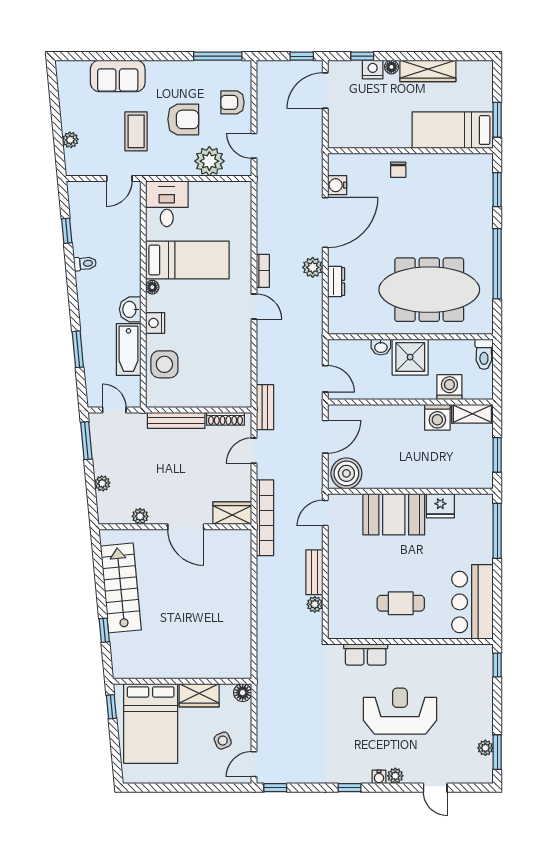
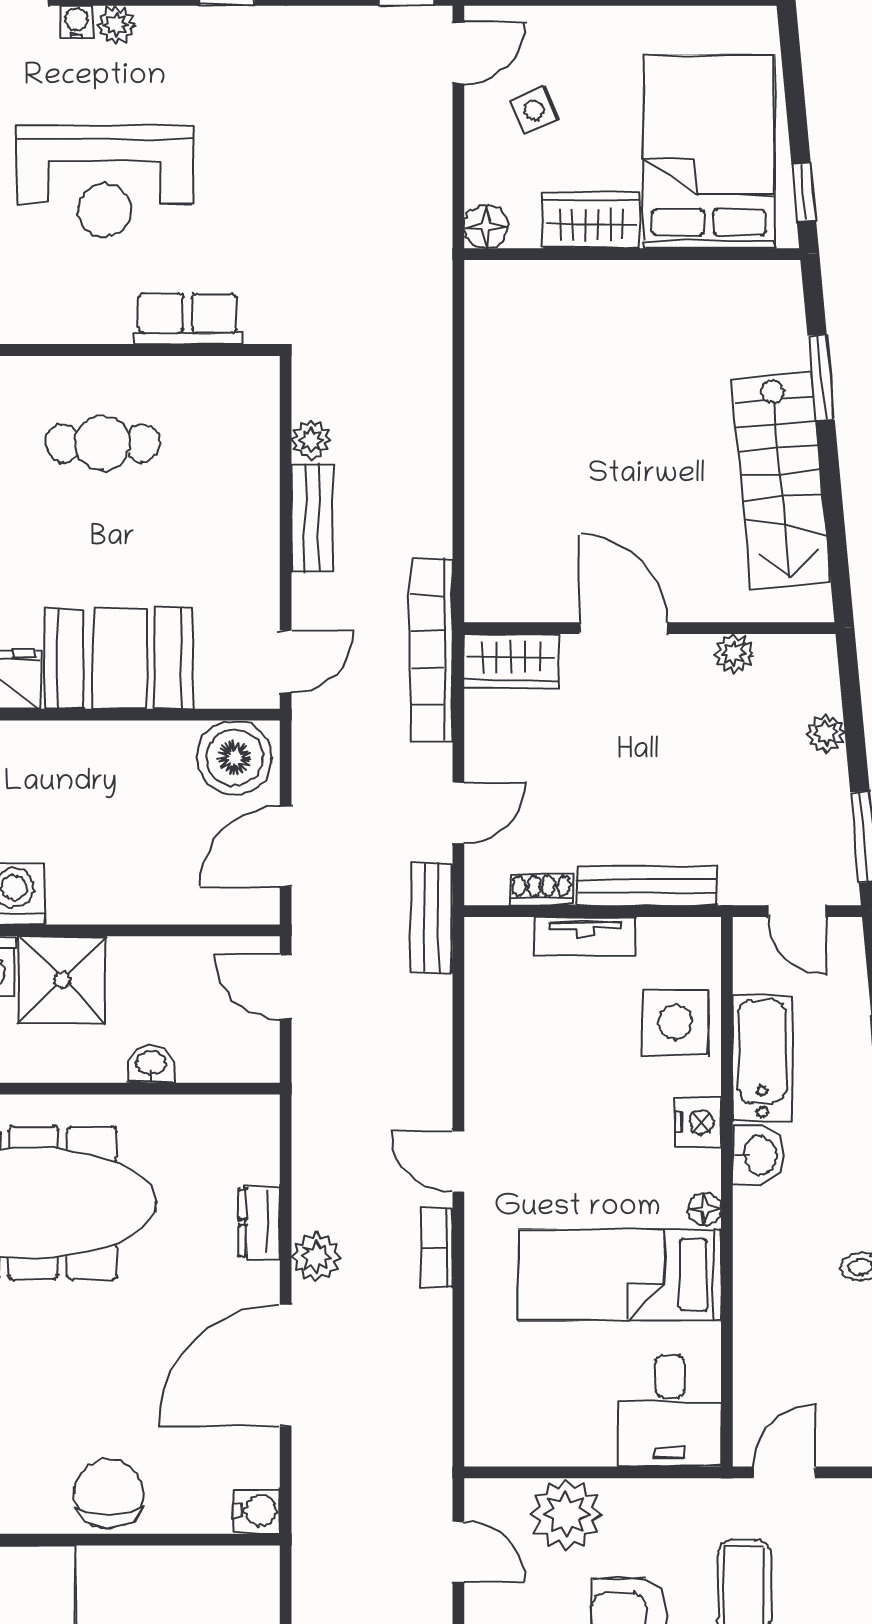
chair: (398, 170) -> (109, 1494), width x1.87, depth x1.87
water cooler: (337, 185) -> (257, 1511), moved
shower: (410, 357) -> (62, 980), moved
tv unit: (202, 400) -> (585, 936), added
shoe rack: (225, 419) -> (541, 890), width x0.70
window: (104, 630) -> (821, 378), width x1.50
water cooler: (379, 777) -> (76, 22), moved

